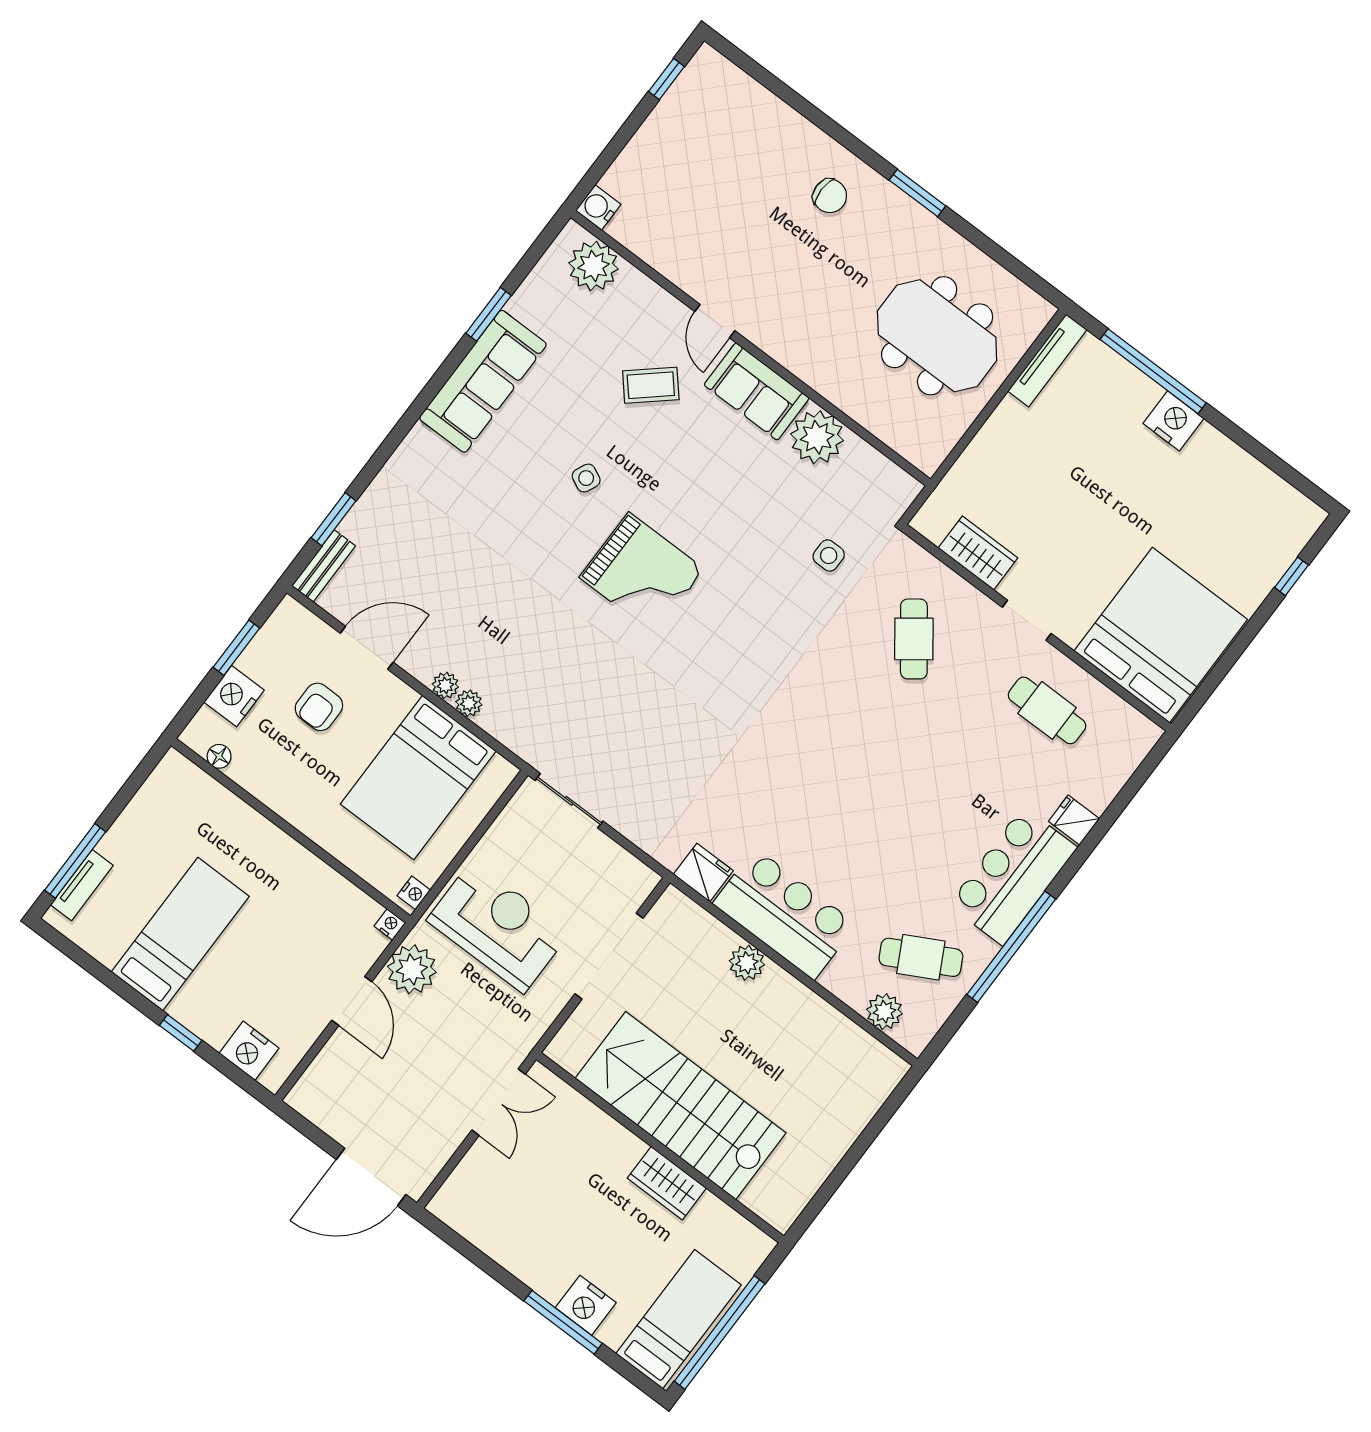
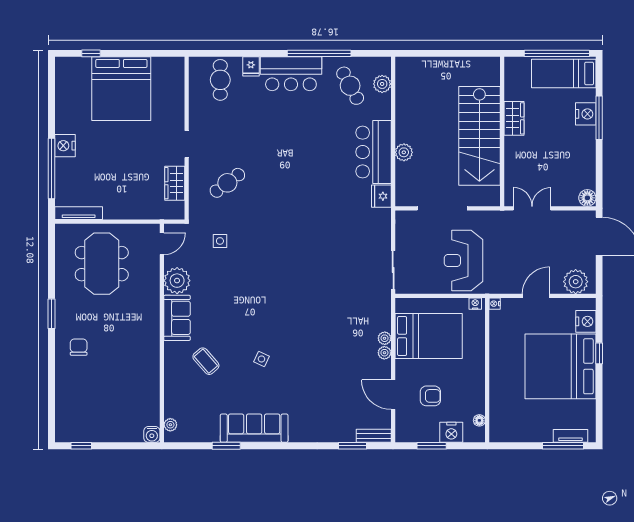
plant: (593, 266) -> (170, 425), width x0.53, depth x0.53
door: (715, 321) -> (162, 244), moved
grand piano: (642, 573) -> (282, 309), removed
bed: (1161, 635) -> (121, 89), moved, turned -90
cafe table: (1047, 710) -> (220, 80), moved
bed: (180, 934) -> (561, 366), width x2.04
plant: (412, 969) -> (576, 282), moved
floor lamp: (448, 1205) -> (587, 198), added

